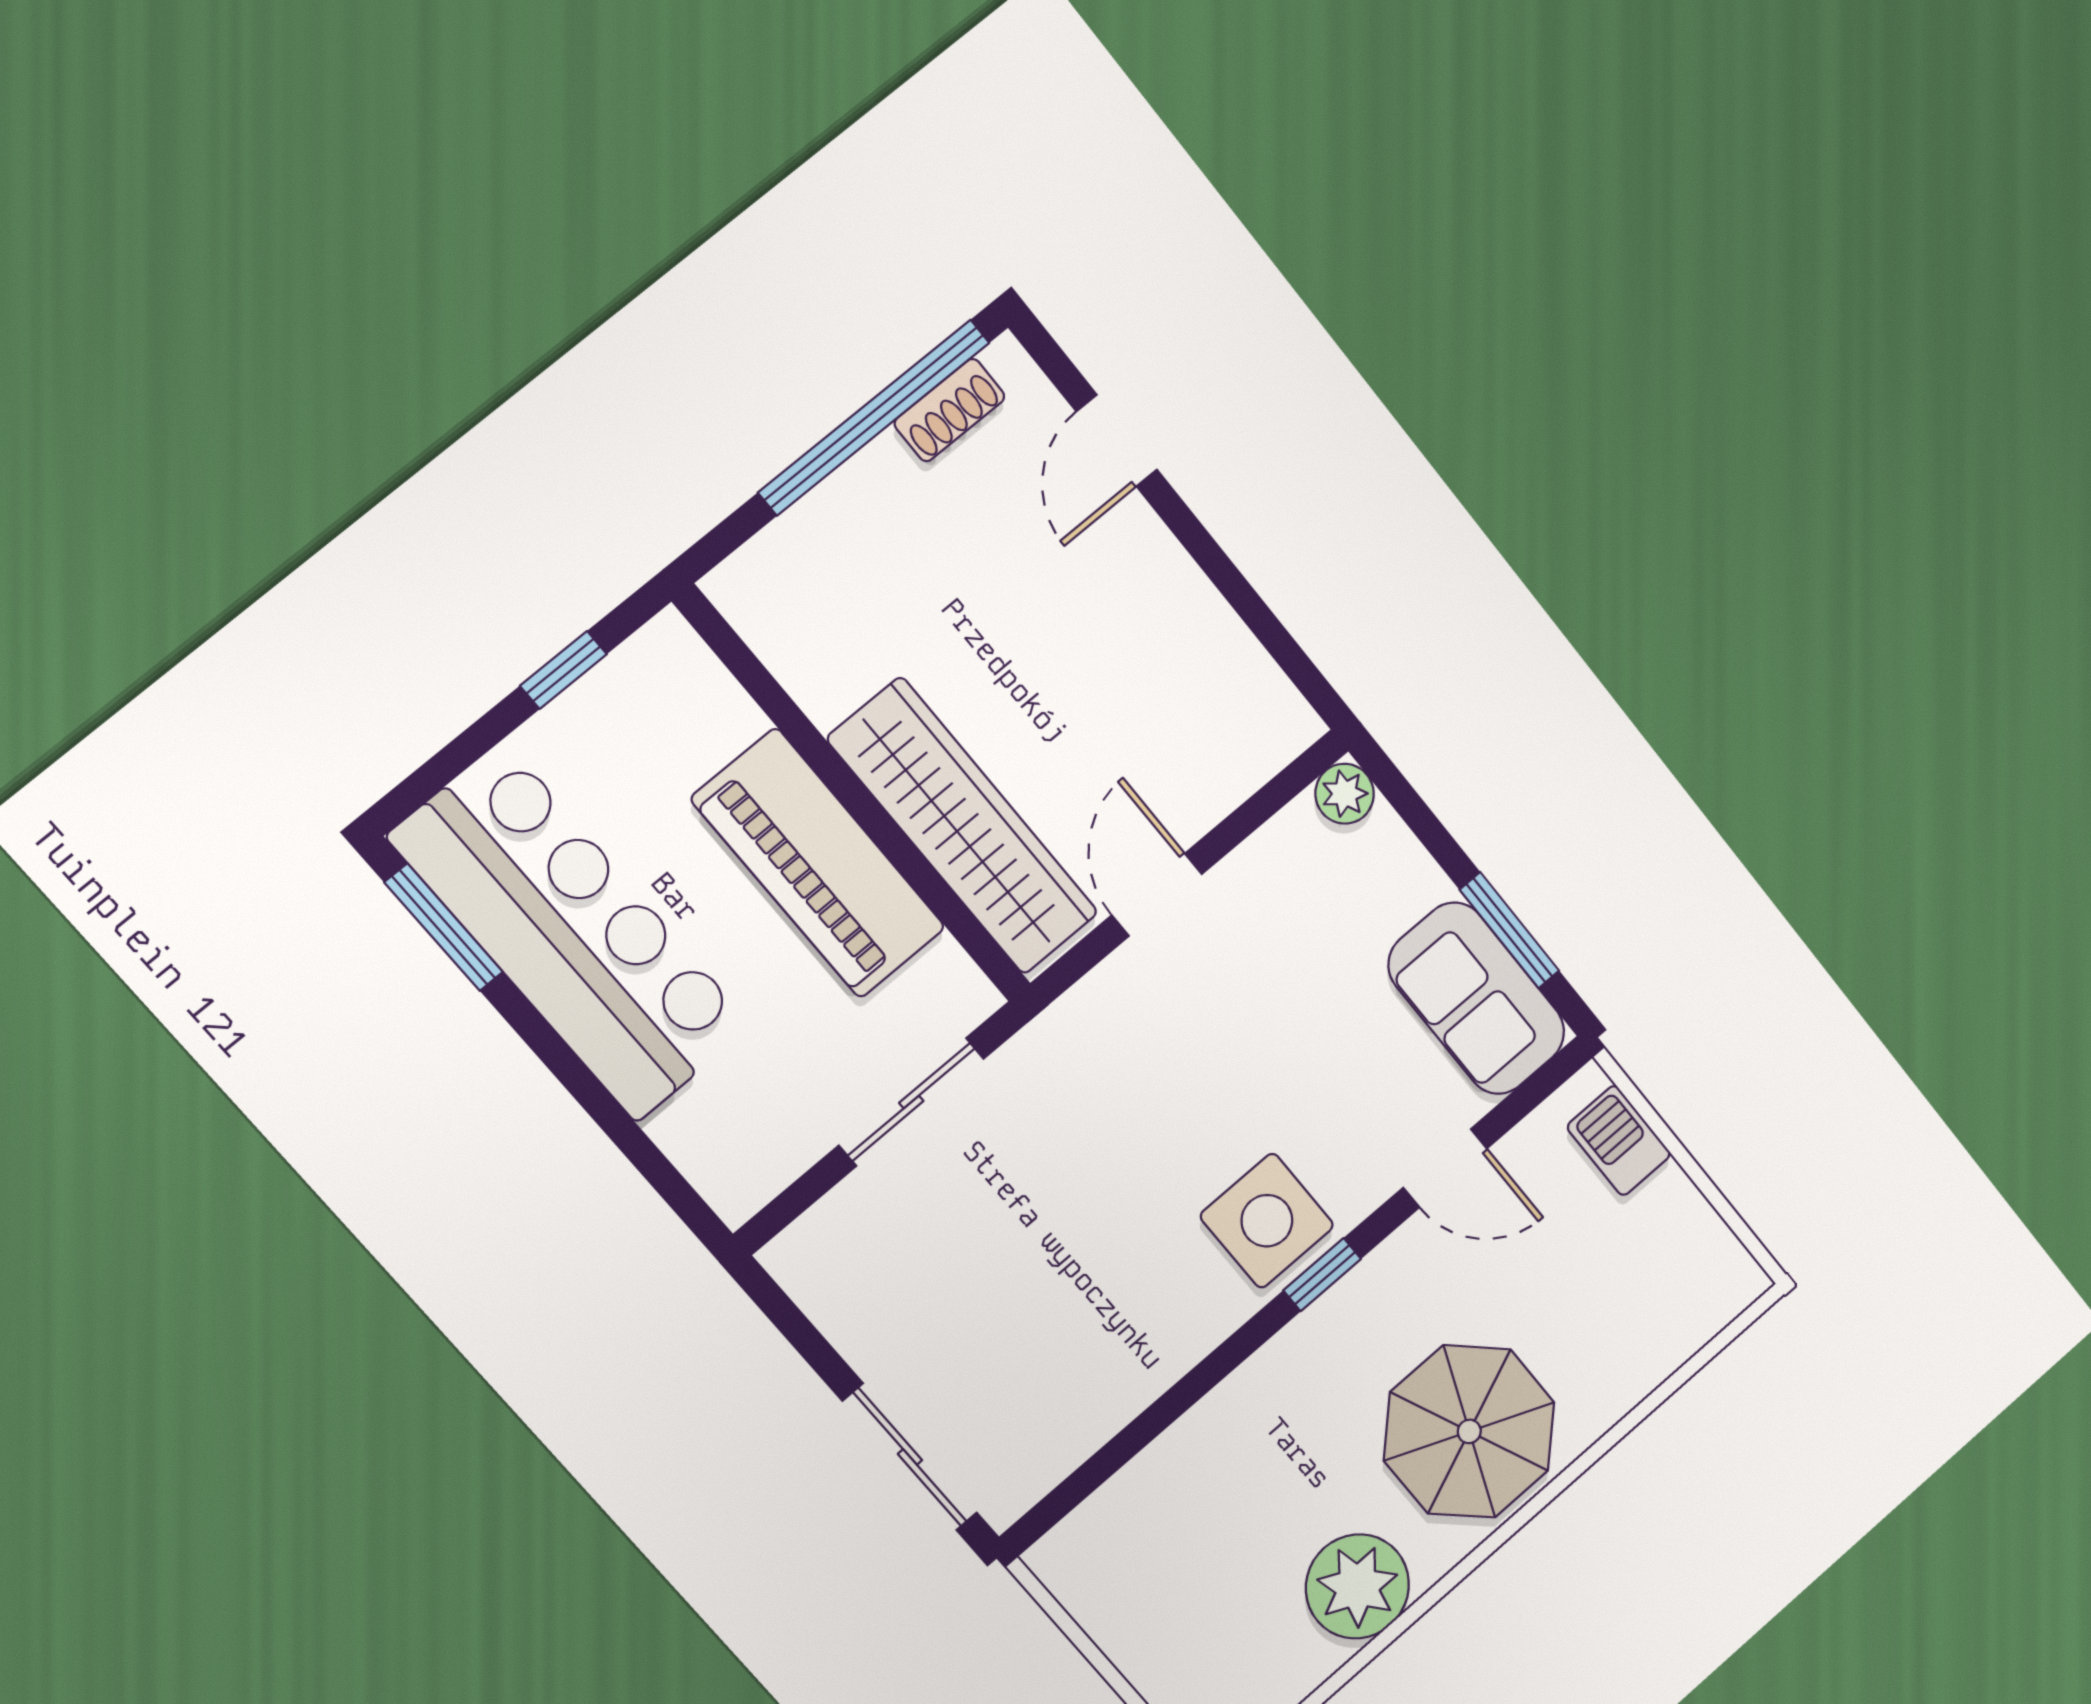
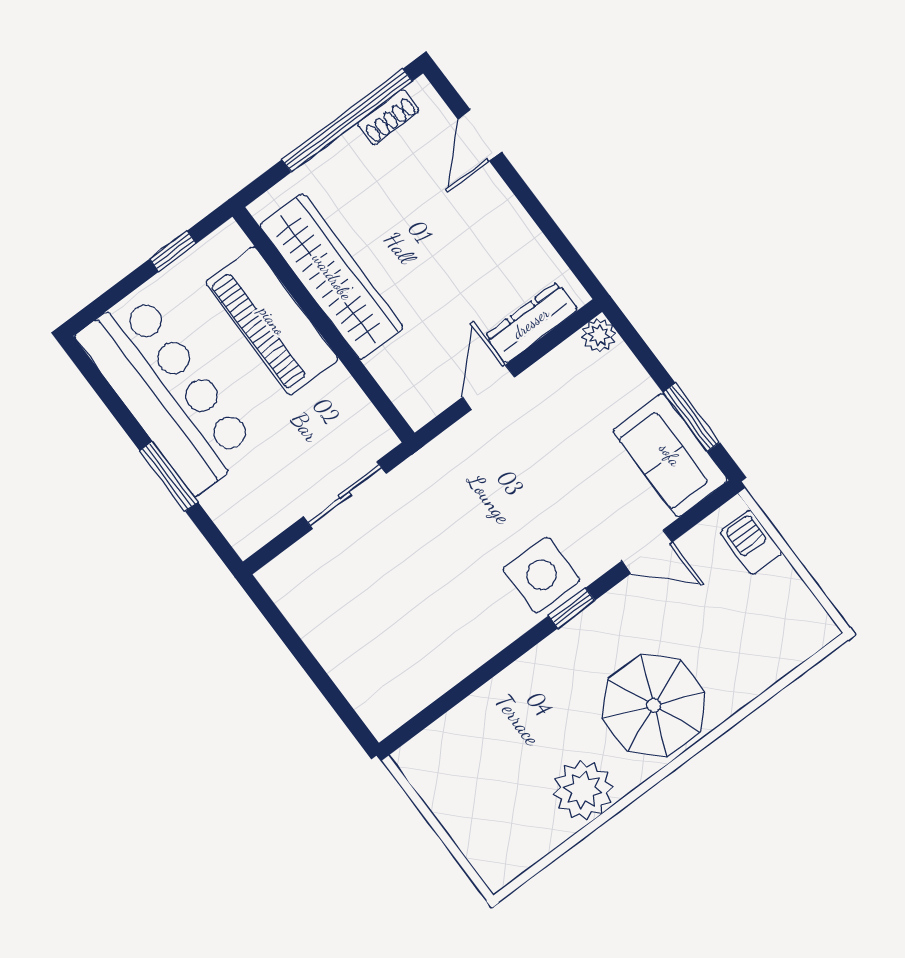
dresser: (1226, 776) -> (531, 323), added
wardrobe: (963, 826) -> (332, 277), moved
piano: (818, 863) -> (272, 321), moved
window: (444, 927) -> (169, 476), moved
sliding door: (910, 1457) -> (332, 694), removed

